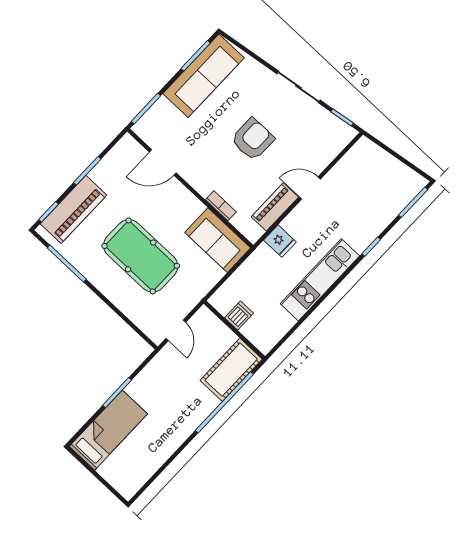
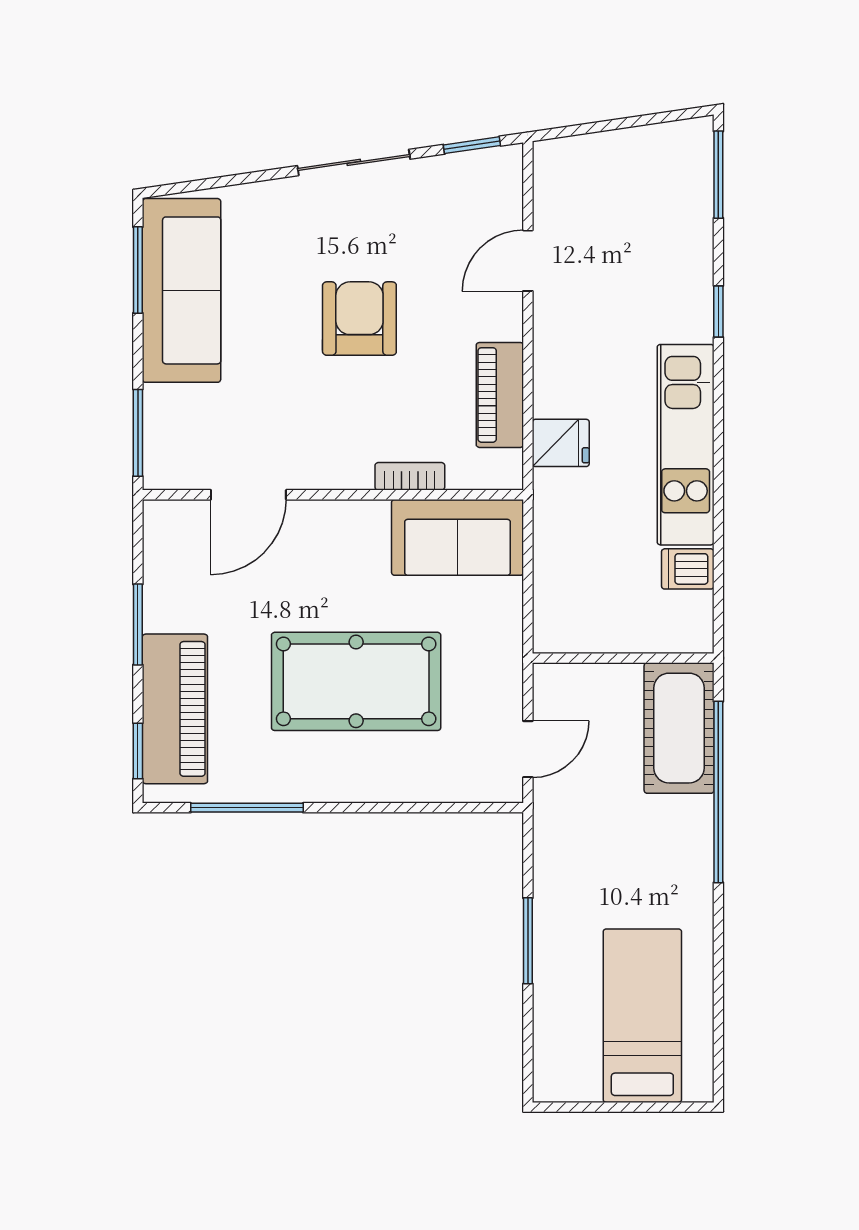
door: (310, 188) -> (528, 261), moved
dishwasher: (239, 316) -> (688, 569), moved, turned -90
door: (176, 330) -> (528, 749), hinge flipped
bed: (108, 430) -> (642, 1016), moved

